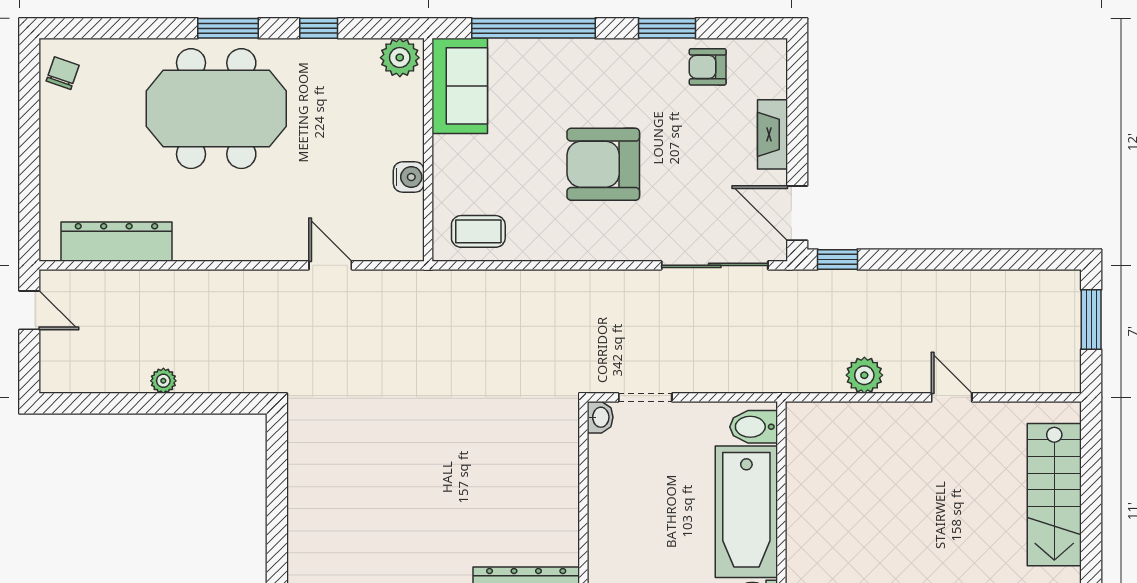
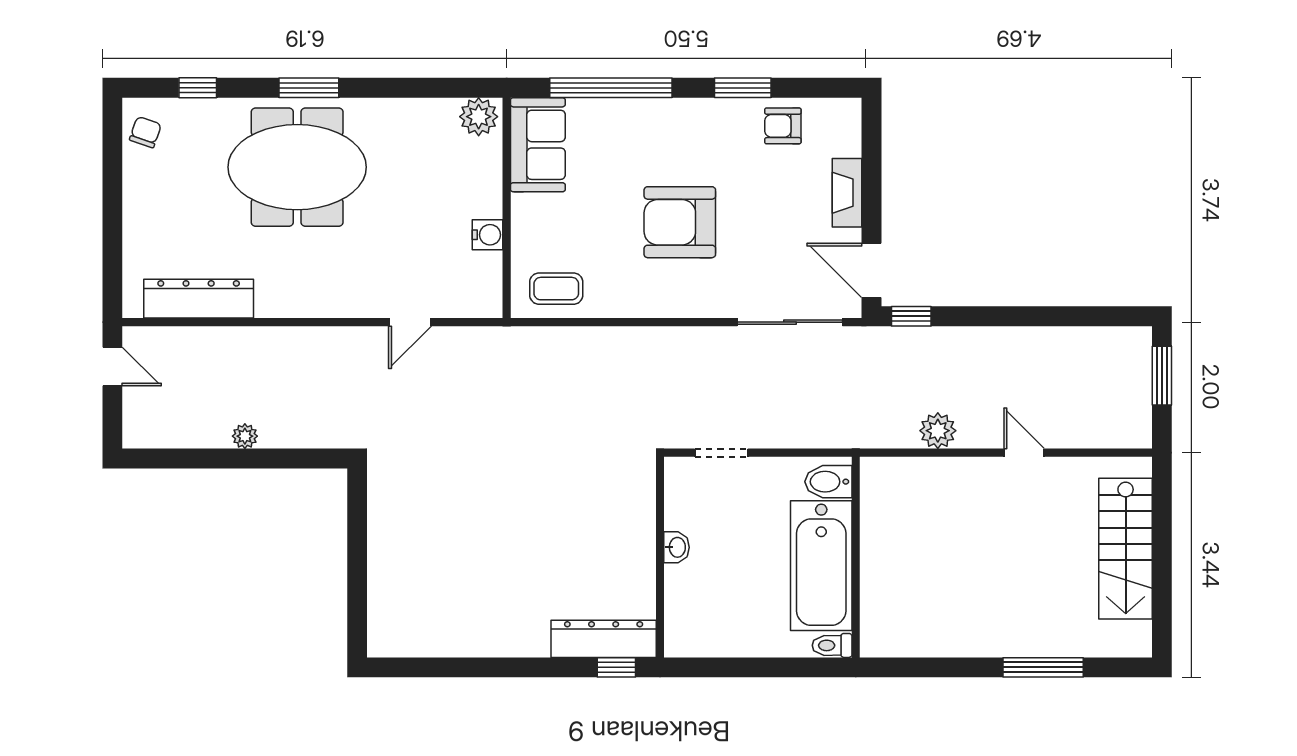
window: (319, 28) -> (198, 88), moved
door: (330, 265) -> (410, 322), swing flipped
washbasin: (600, 417) -> (677, 547), moved

